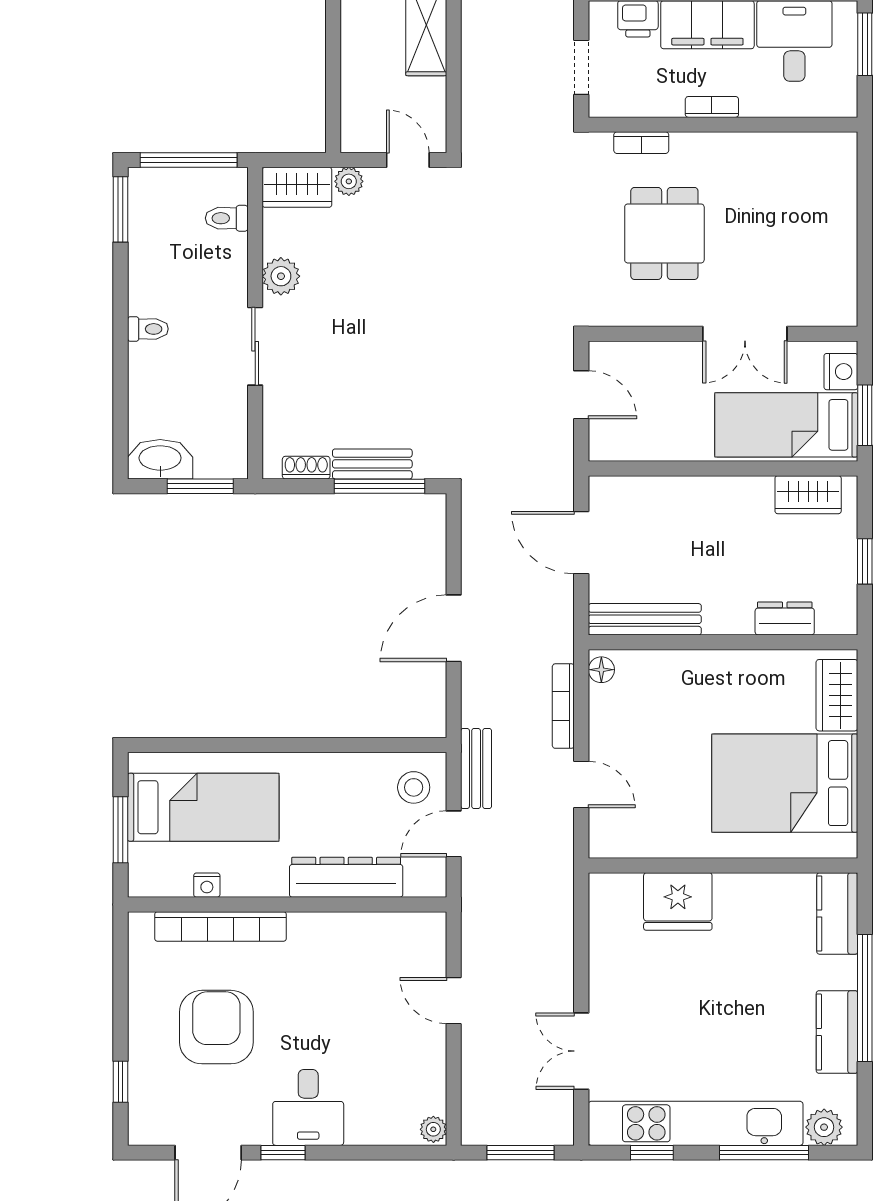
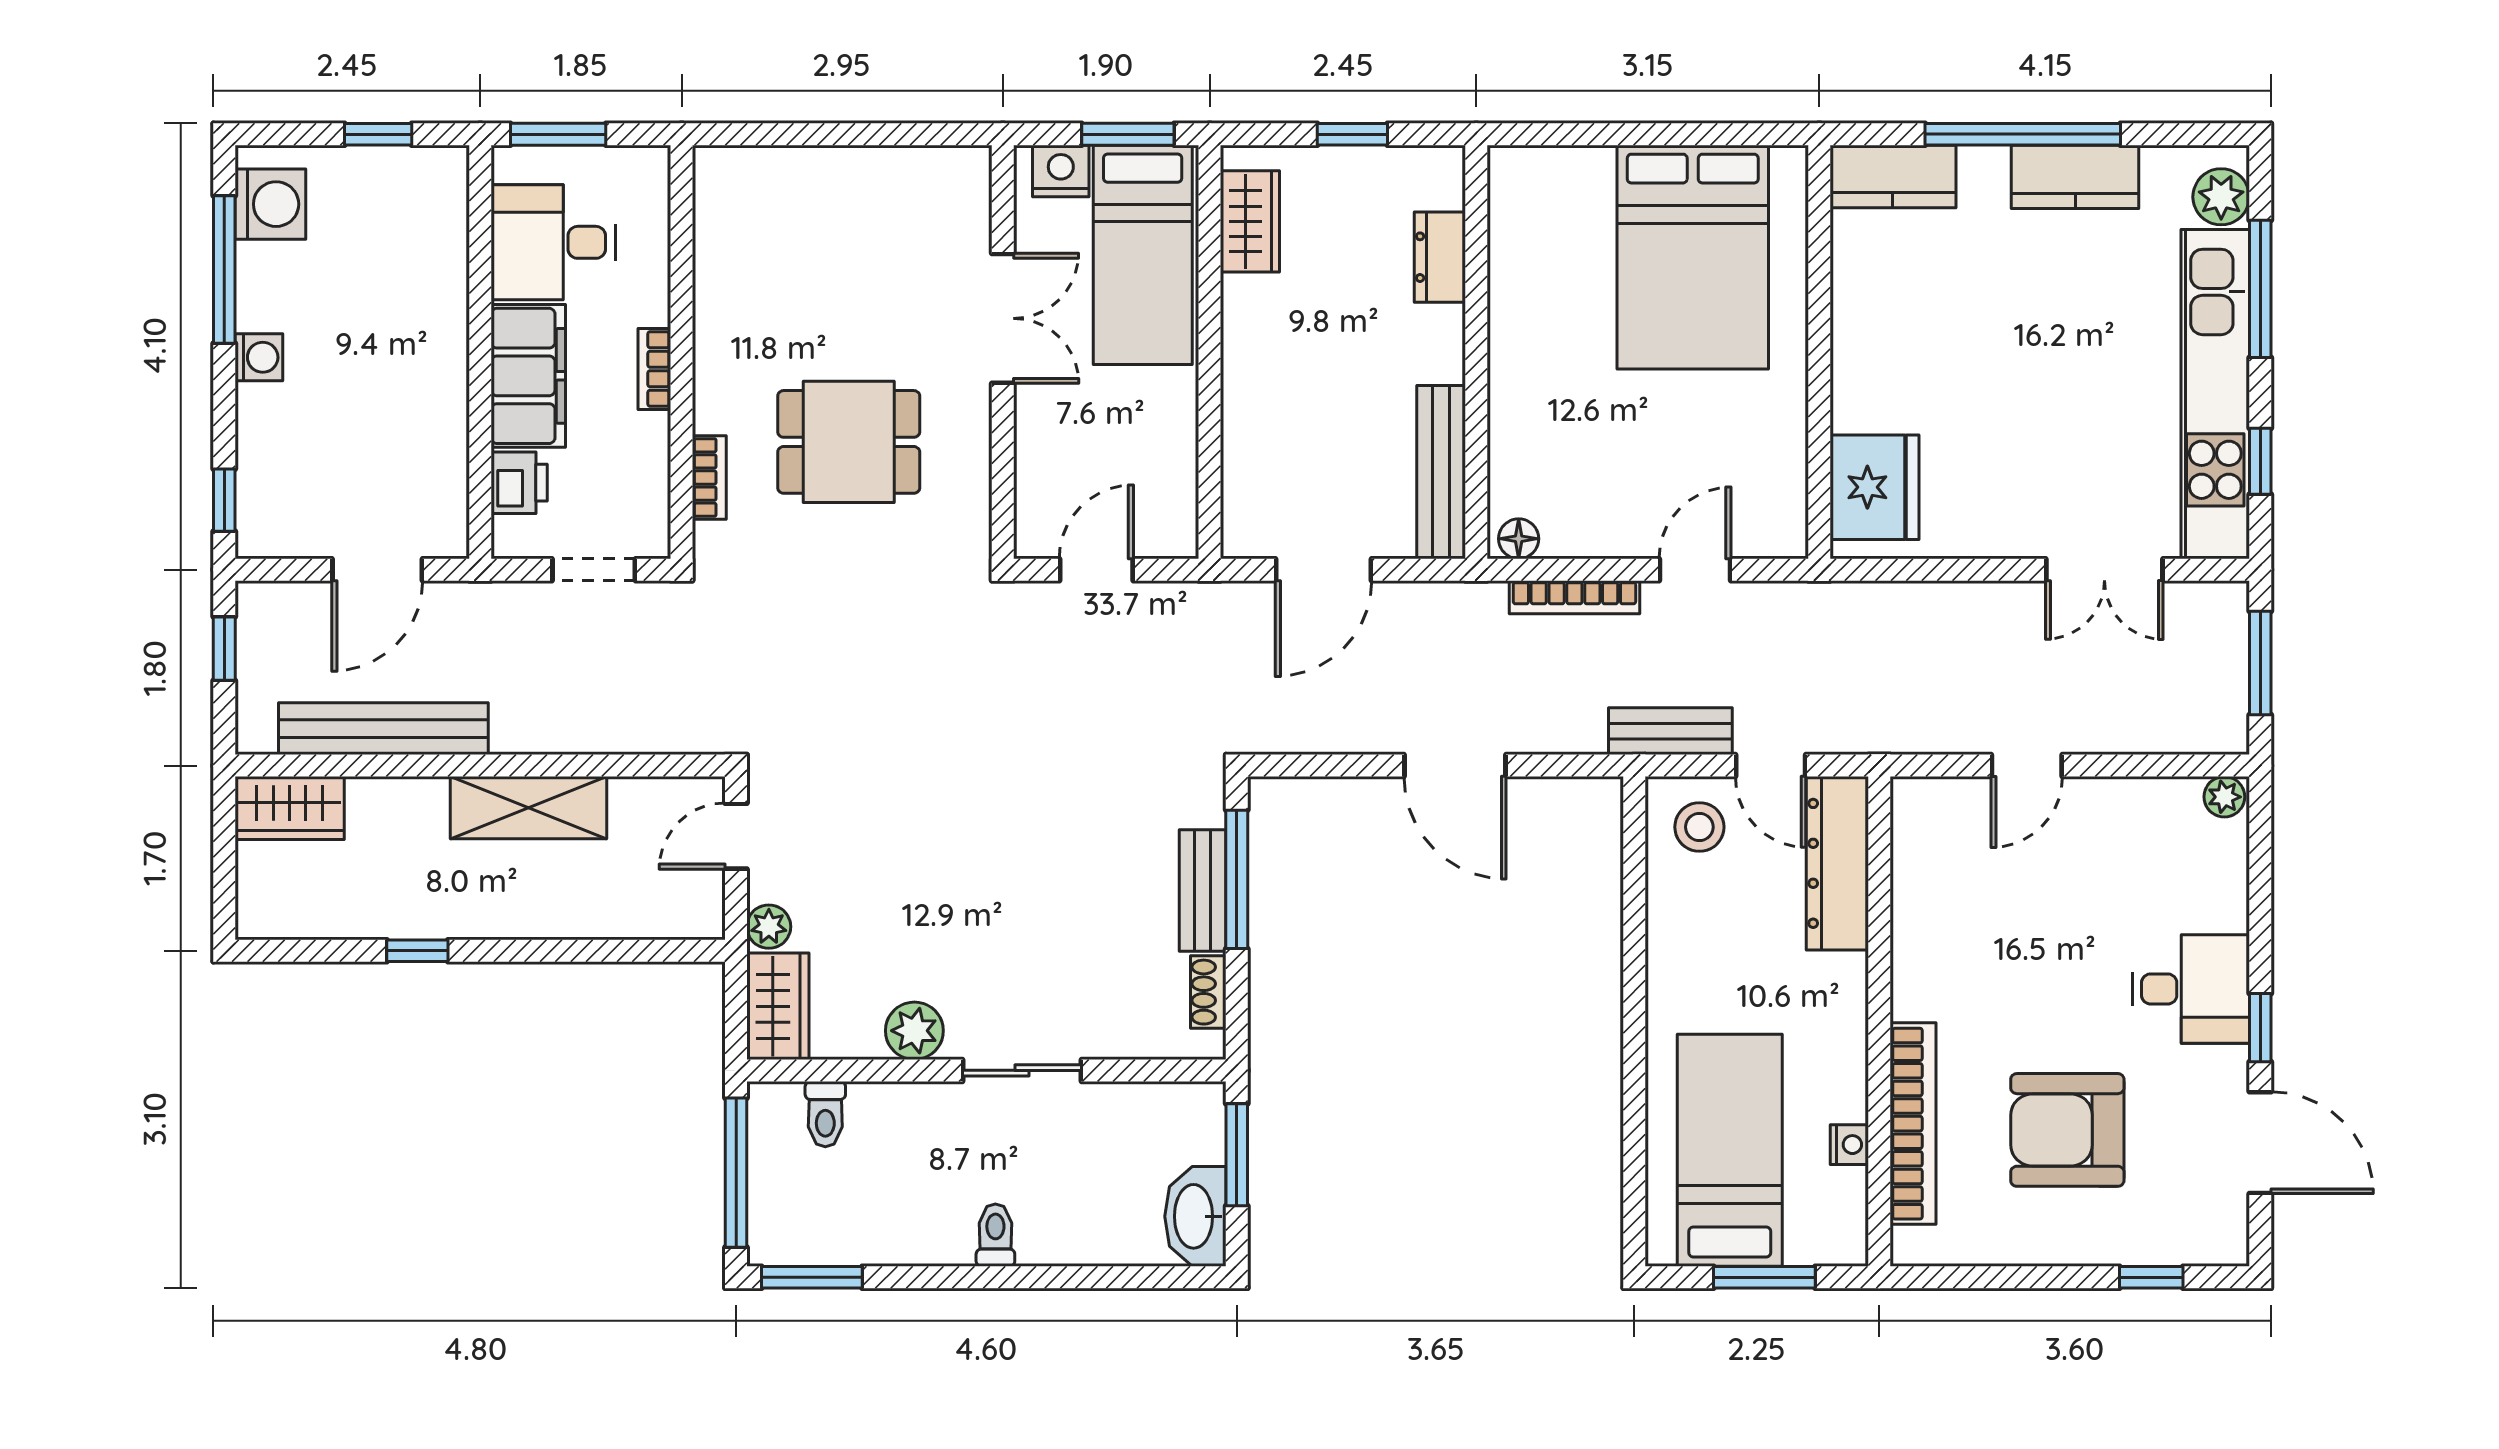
wardrobe: (837, 695) -> (1558, 177), removed
dresser: (346, 877) -> (1837, 863), moved
fridge: (678, 901) -> (1875, 487), moved

